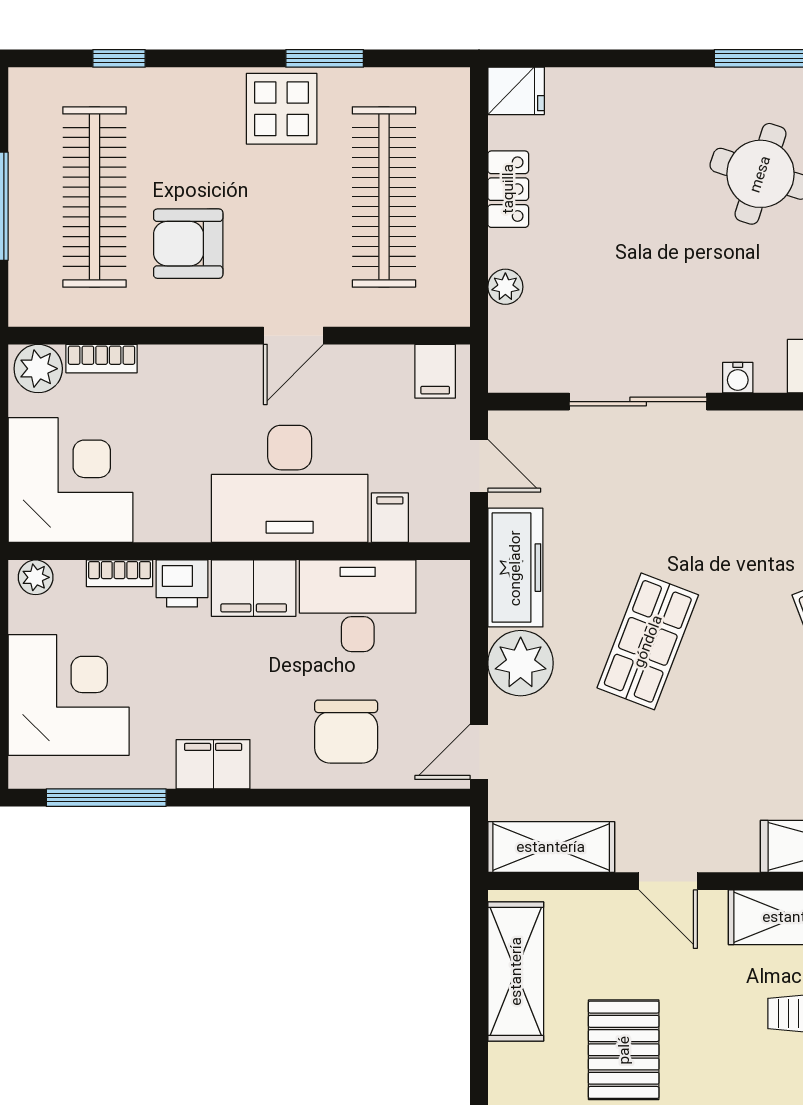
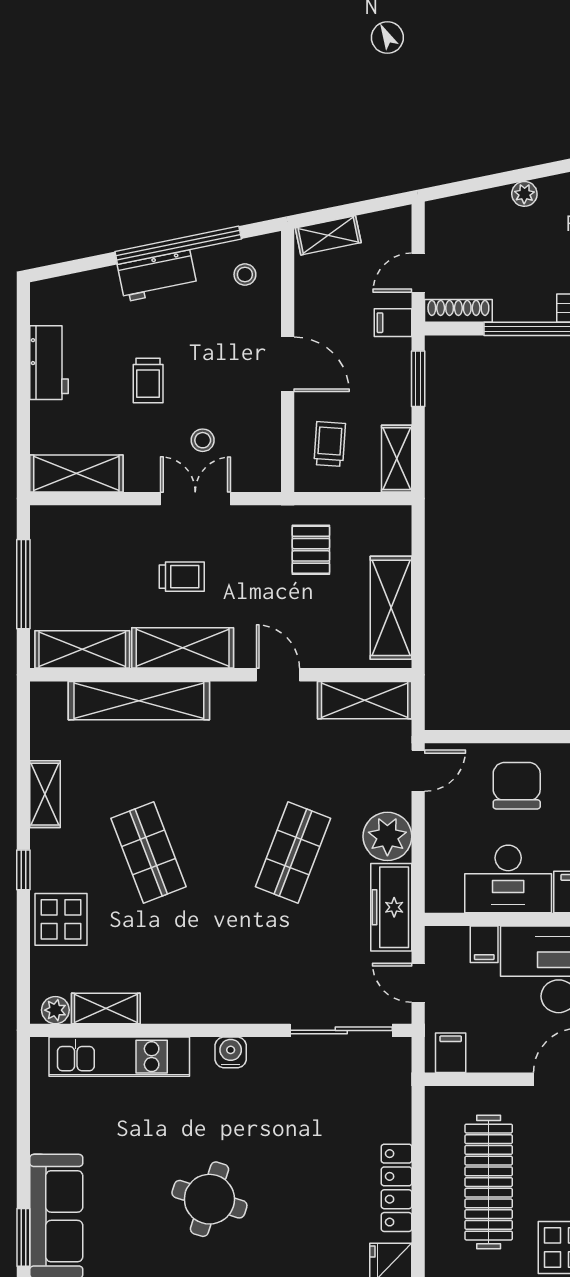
locker: (508, 189) -> (397, 1188), width x1.53
plant: (505, 287) -> (399, 1115), removed
water cooler: (738, 378) -> (231, 1052), width x1.38, depth x1.38
sliding door: (638, 402) -> (341, 1030), moved
pallet: (624, 1050) -> (311, 550), width x0.67, depth x0.71

